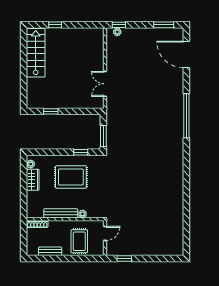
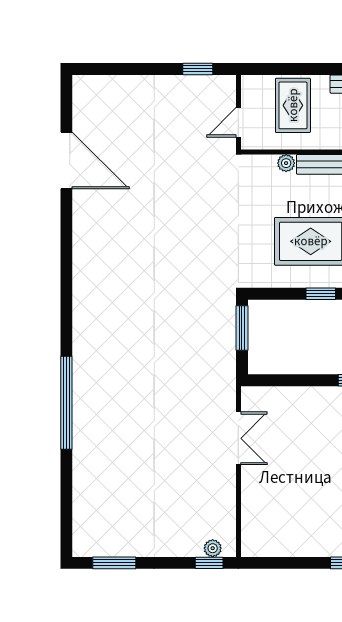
door: (186, 55) -> (66, 160), moved
window: (186, 116) -> (66, 403), moved
window: (81, 152) -> (321, 294), moved

